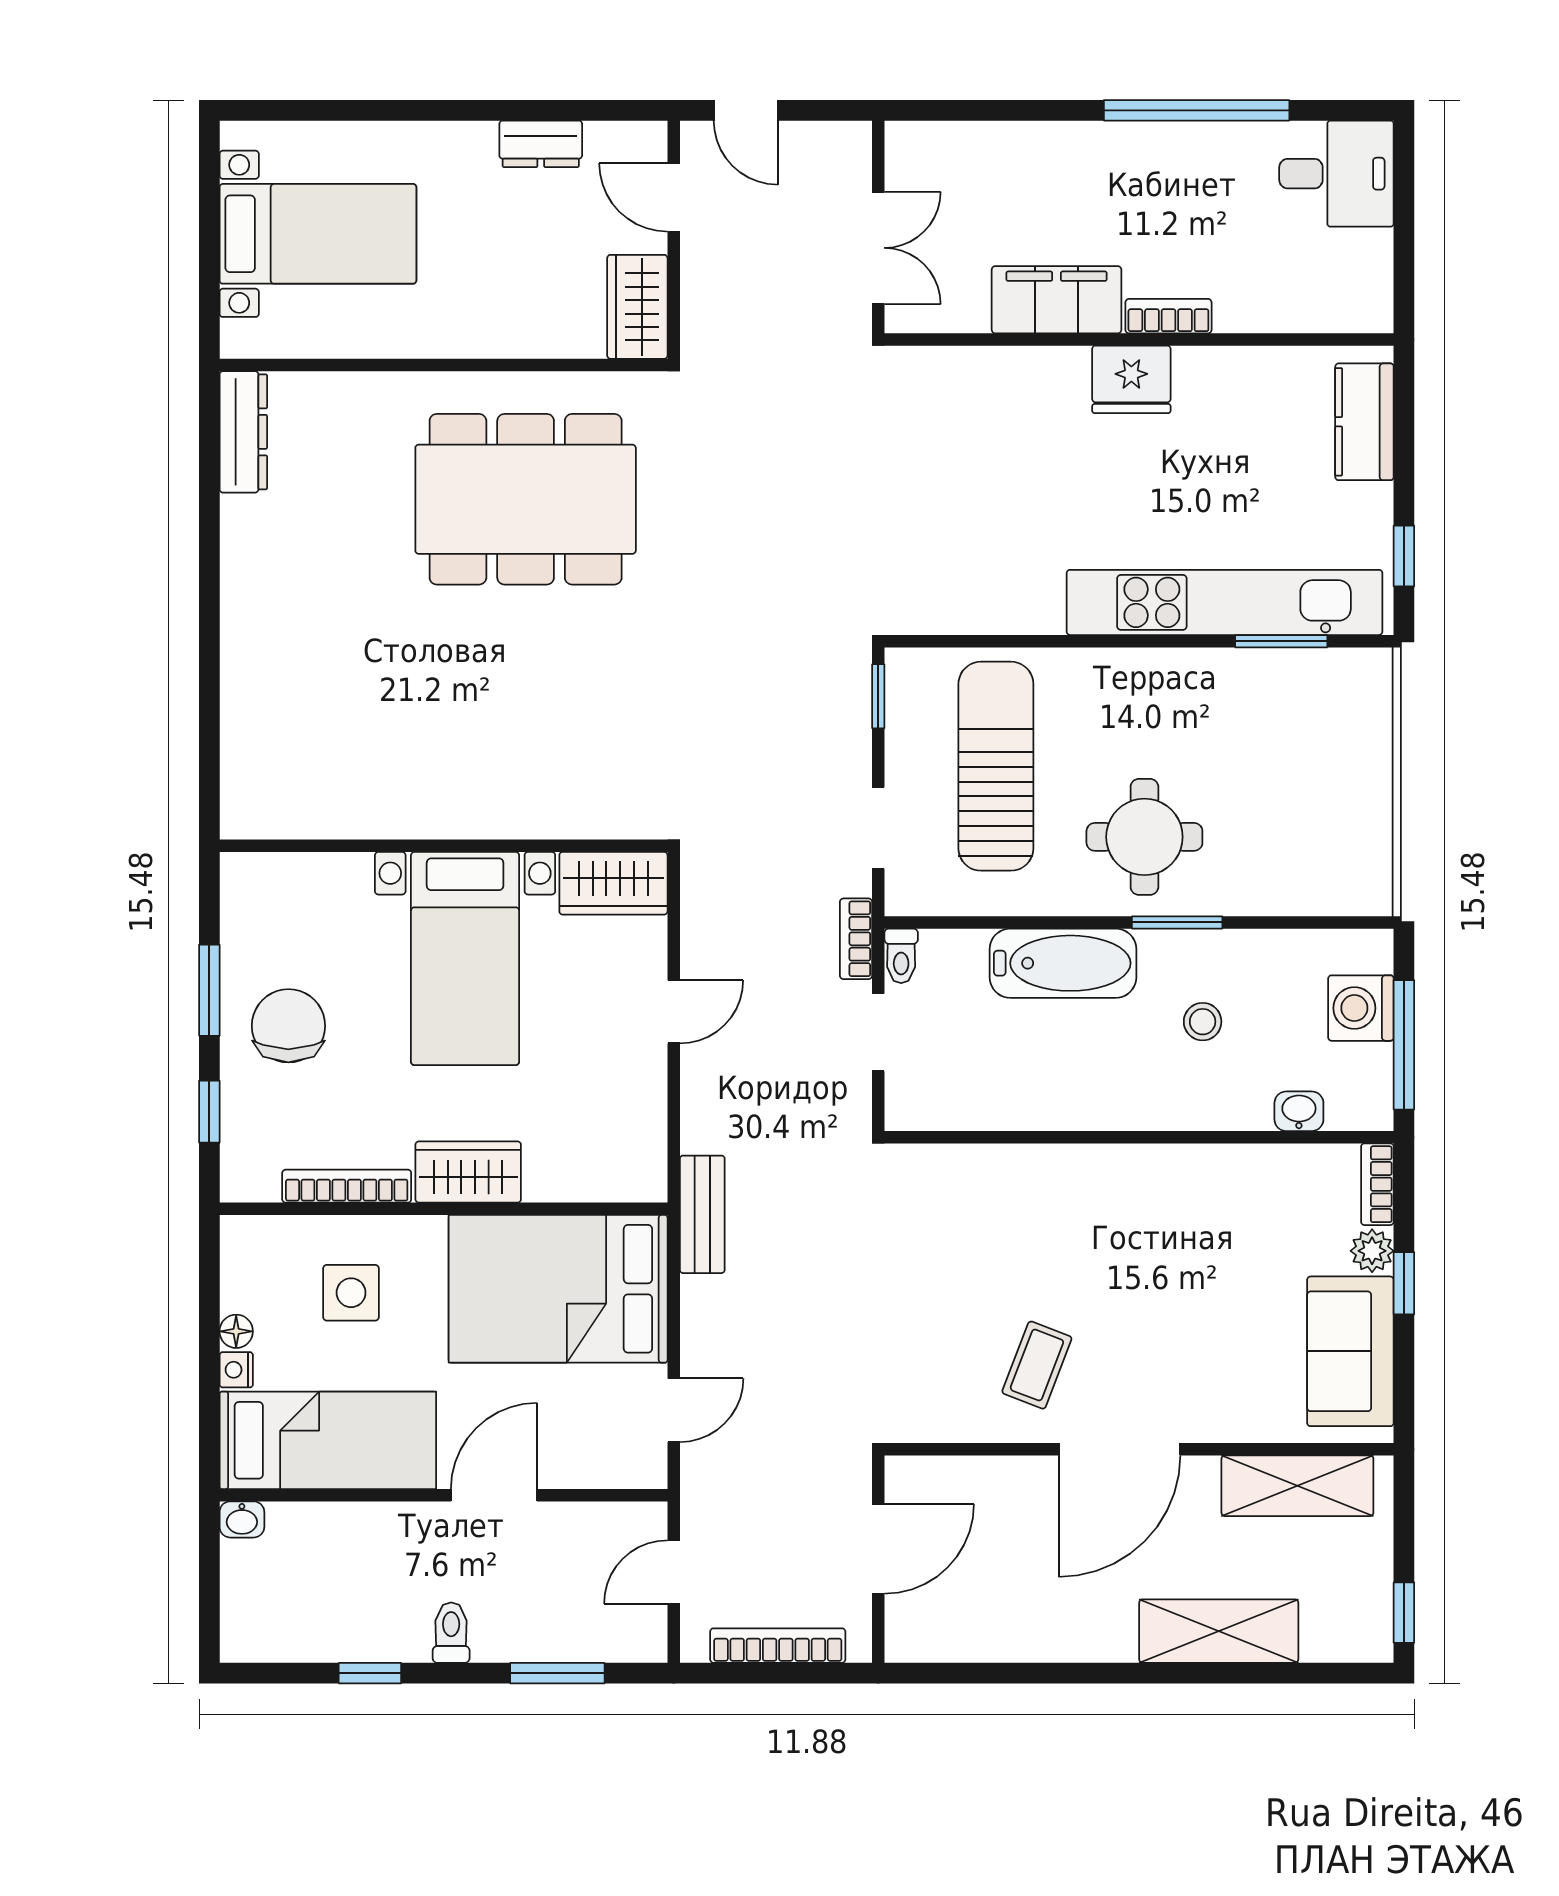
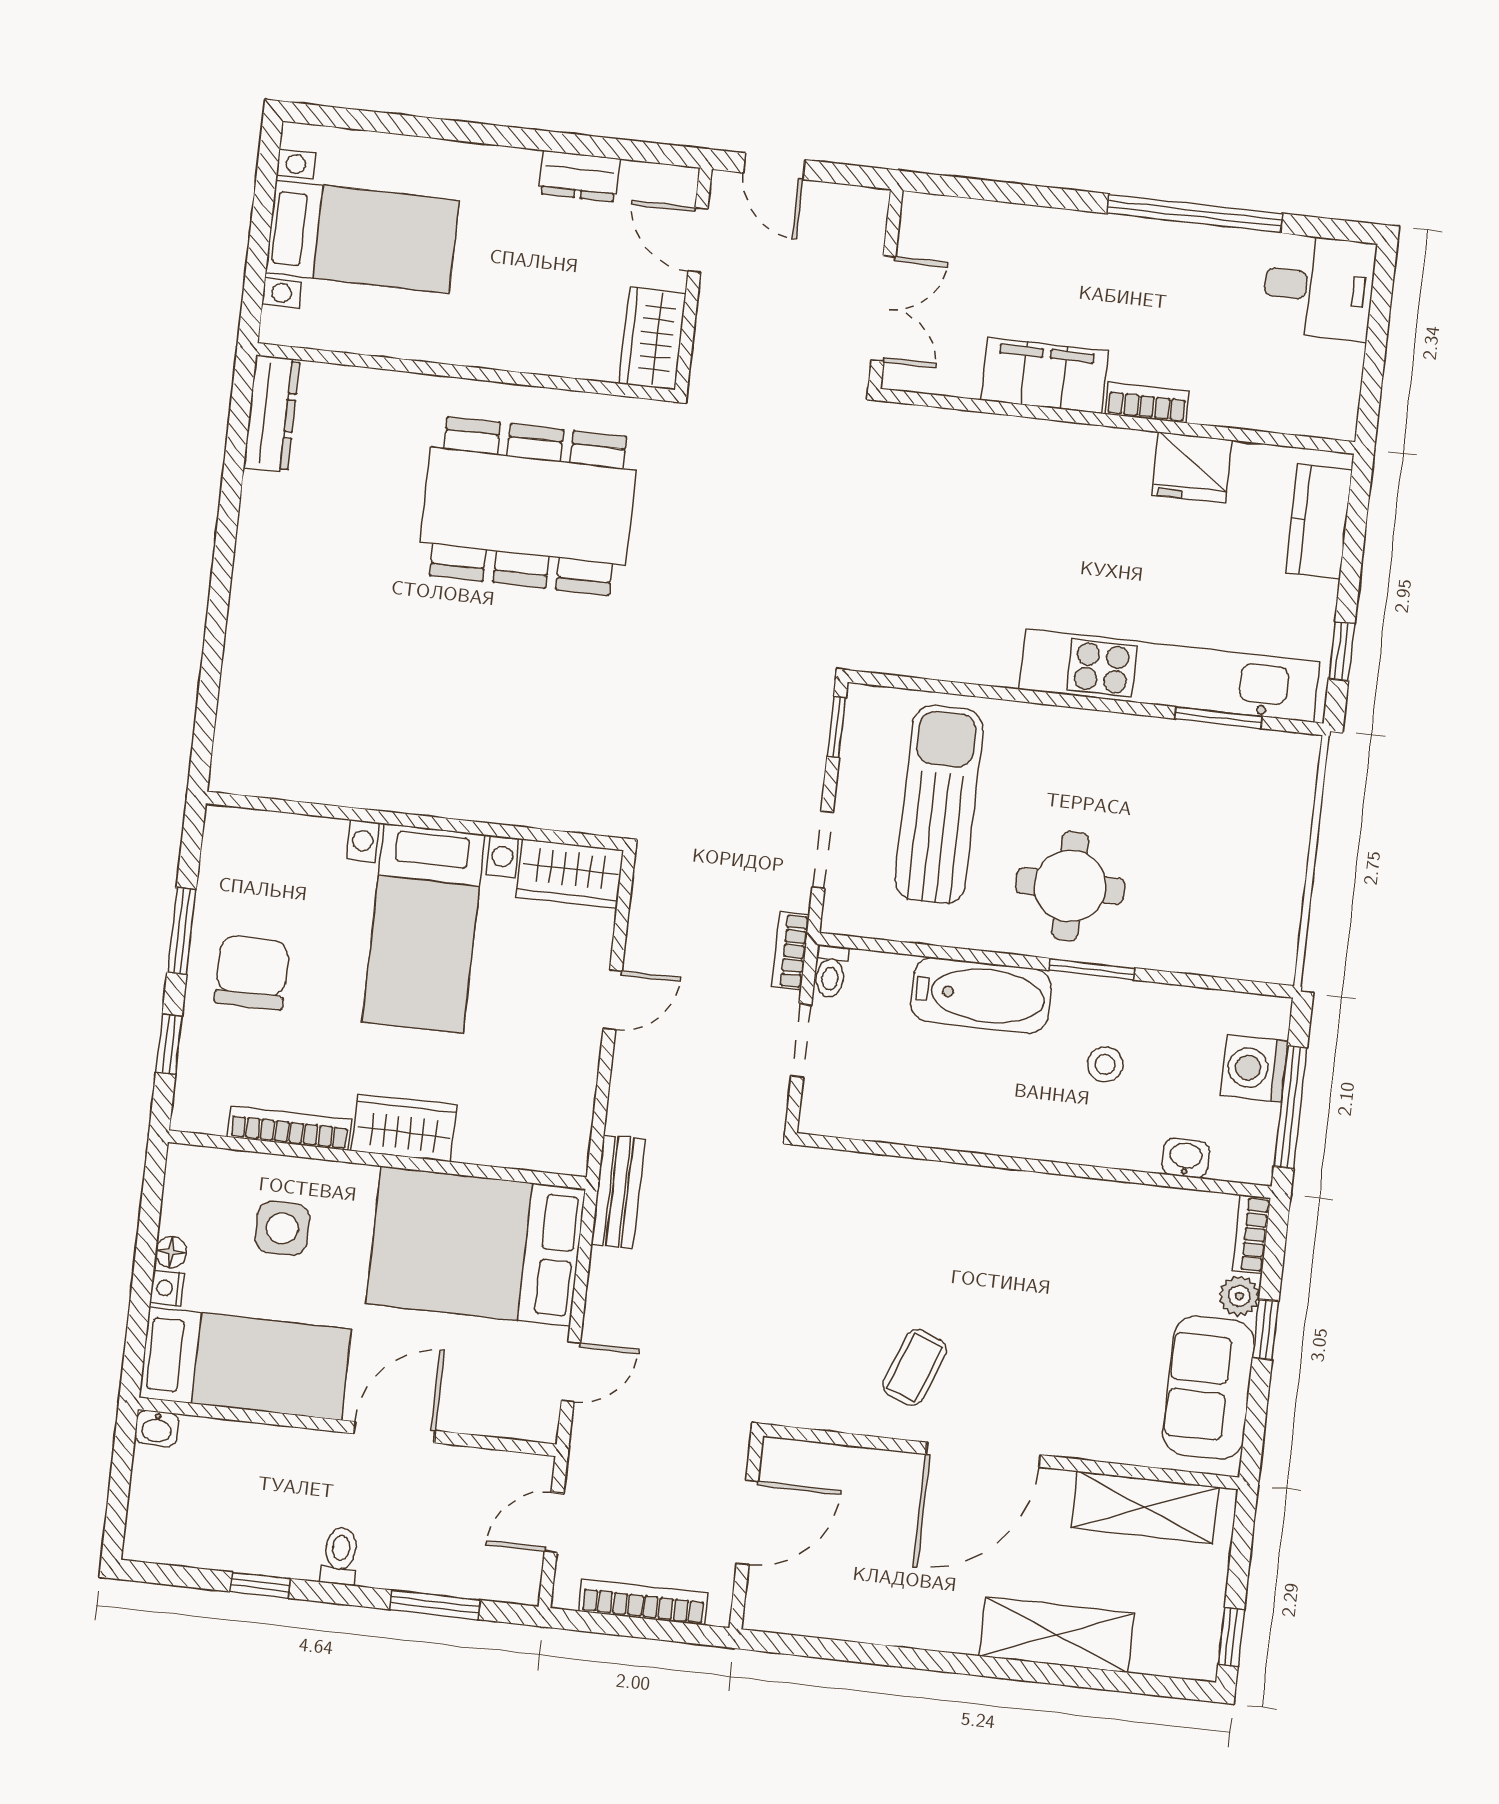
fridge: (1131, 379) -> (1192, 467), moved

